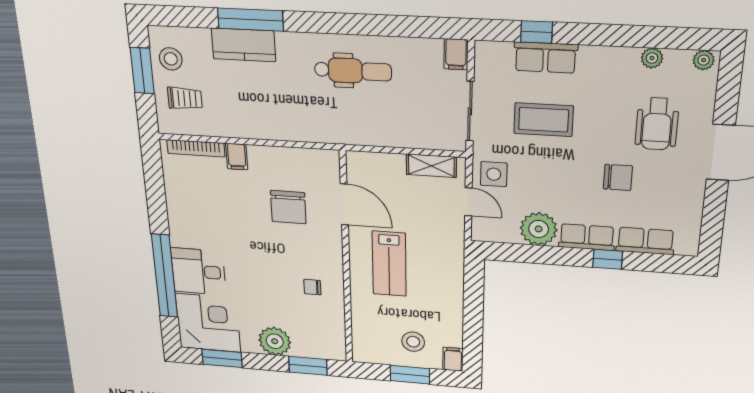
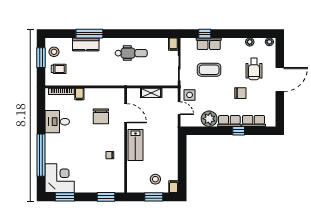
shelving: (431, 166) -> (151, 93), moved
lab bench: (389, 264) -> (135, 145), moved
desk: (198, 272) -> (57, 122), moved
plant: (275, 341) -> (91, 185), removed

